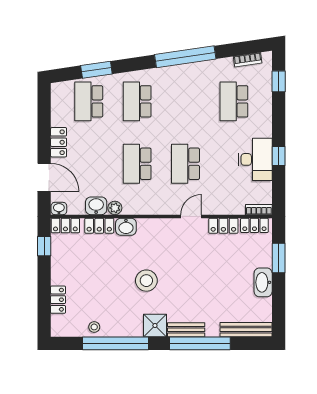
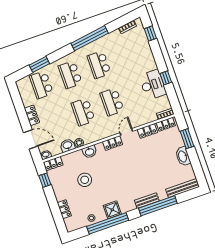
school desk: (234, 101) -> (99, 65), moved
locker: (99, 226) -> (113, 143), moved
stool: (146, 281) -> (85, 180), moved
shower: (155, 325) -> (112, 210), moved

